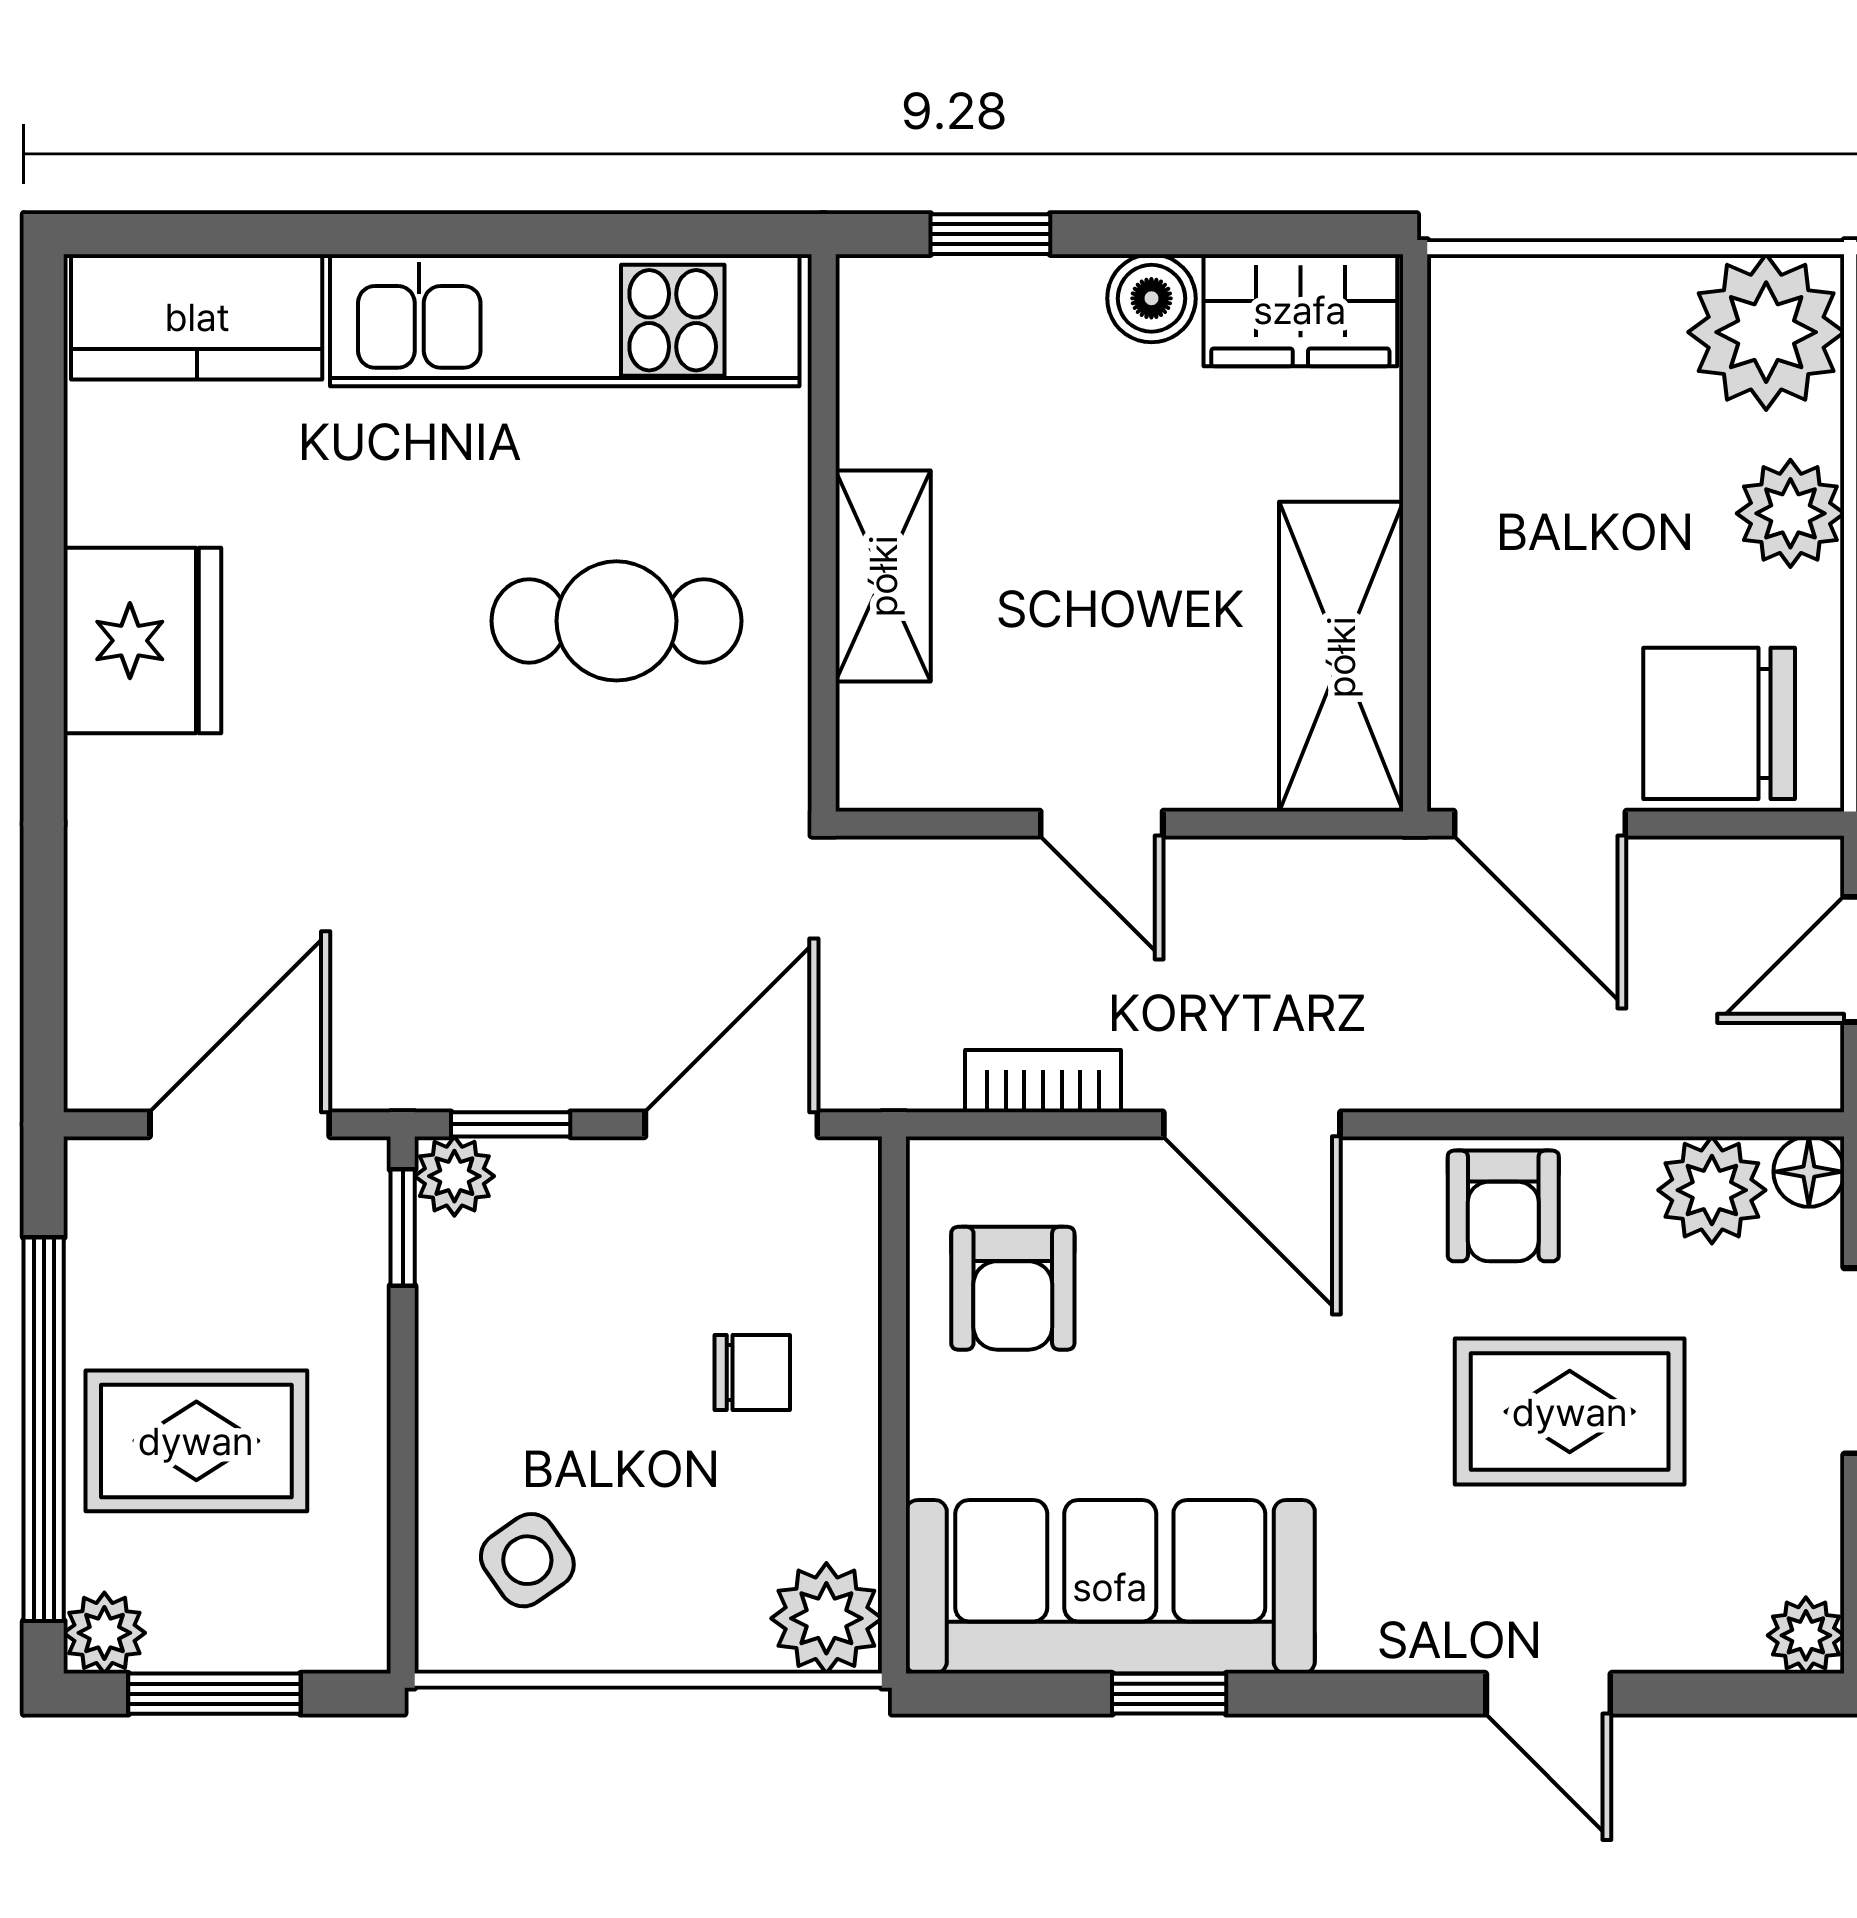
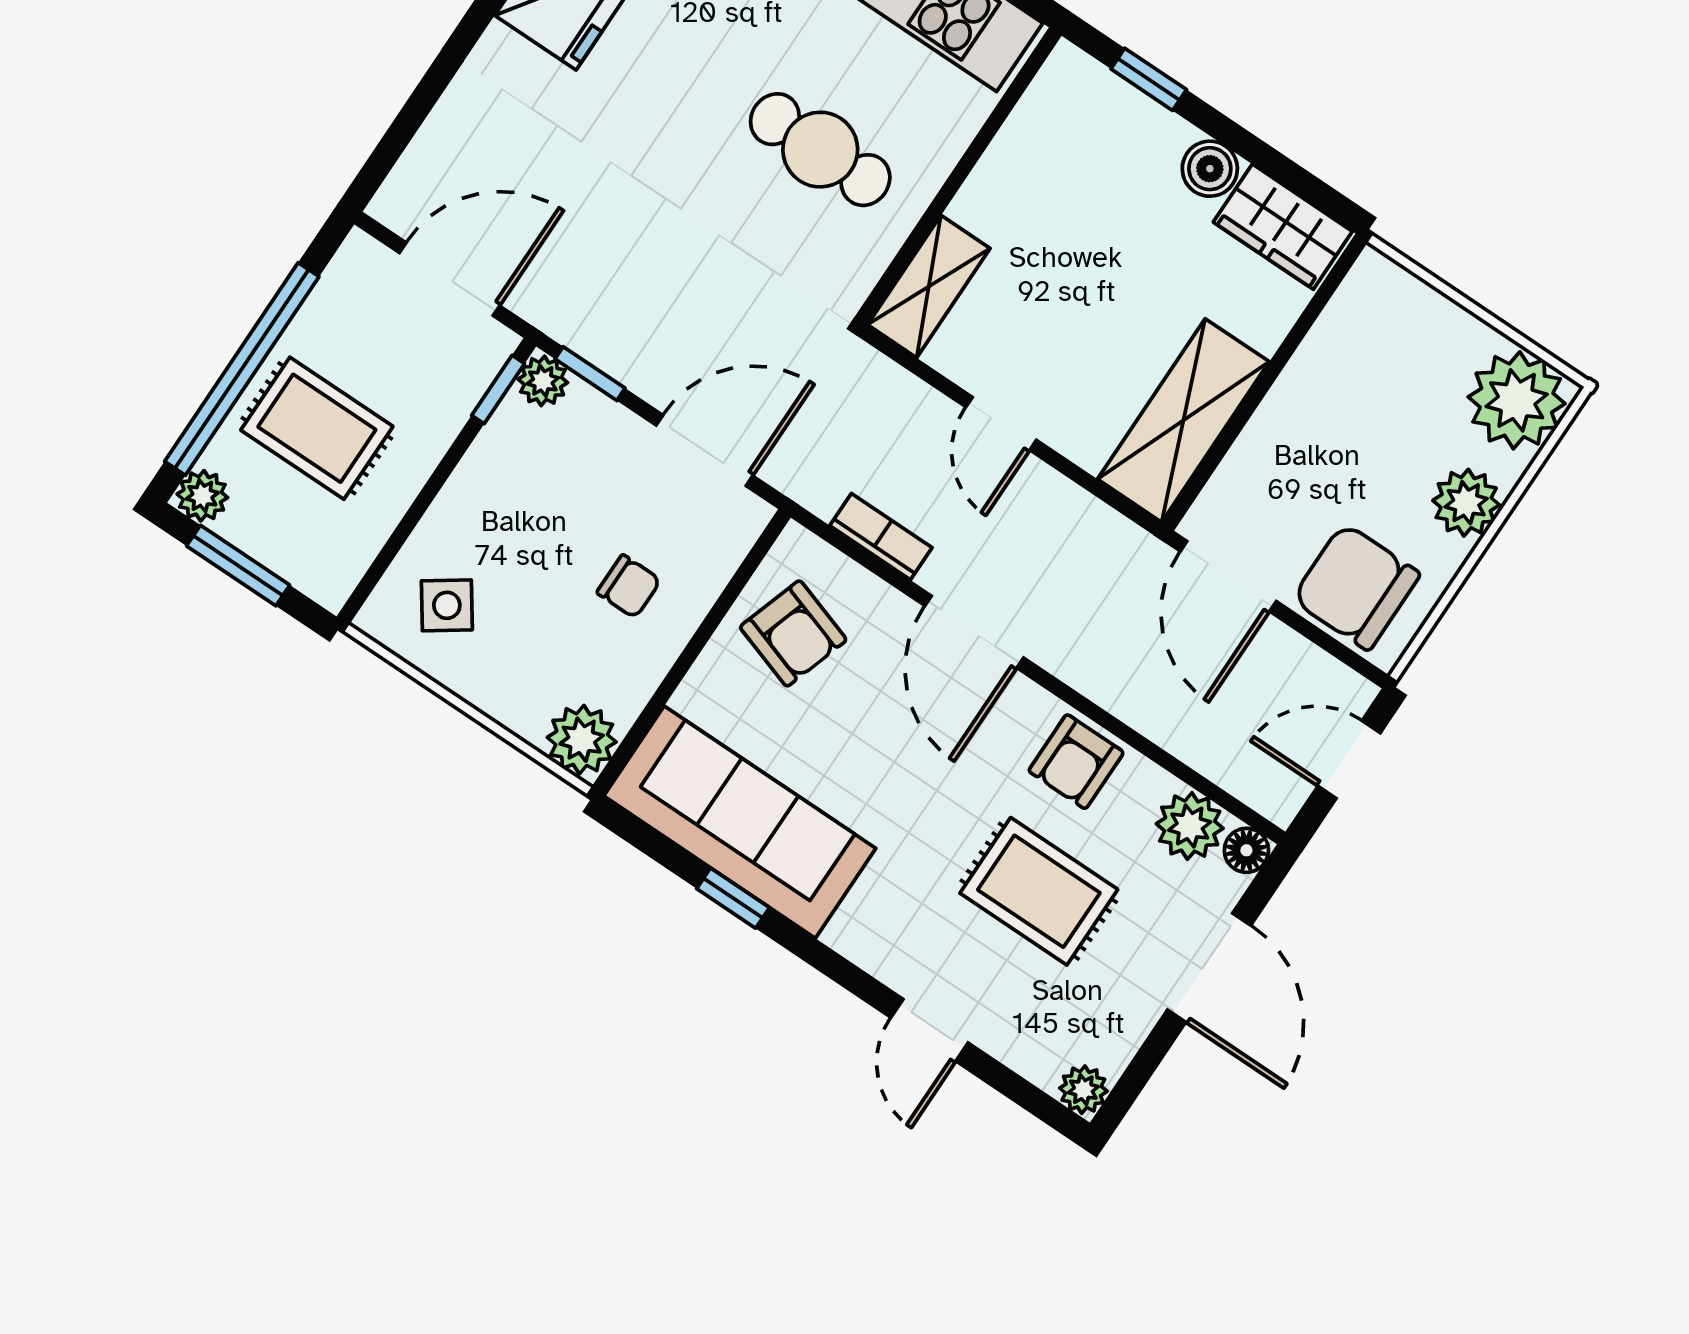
shelving: (883, 576) -> (929, 287), moved
armchair: (1013, 1288) -> (793, 633), turned -72

